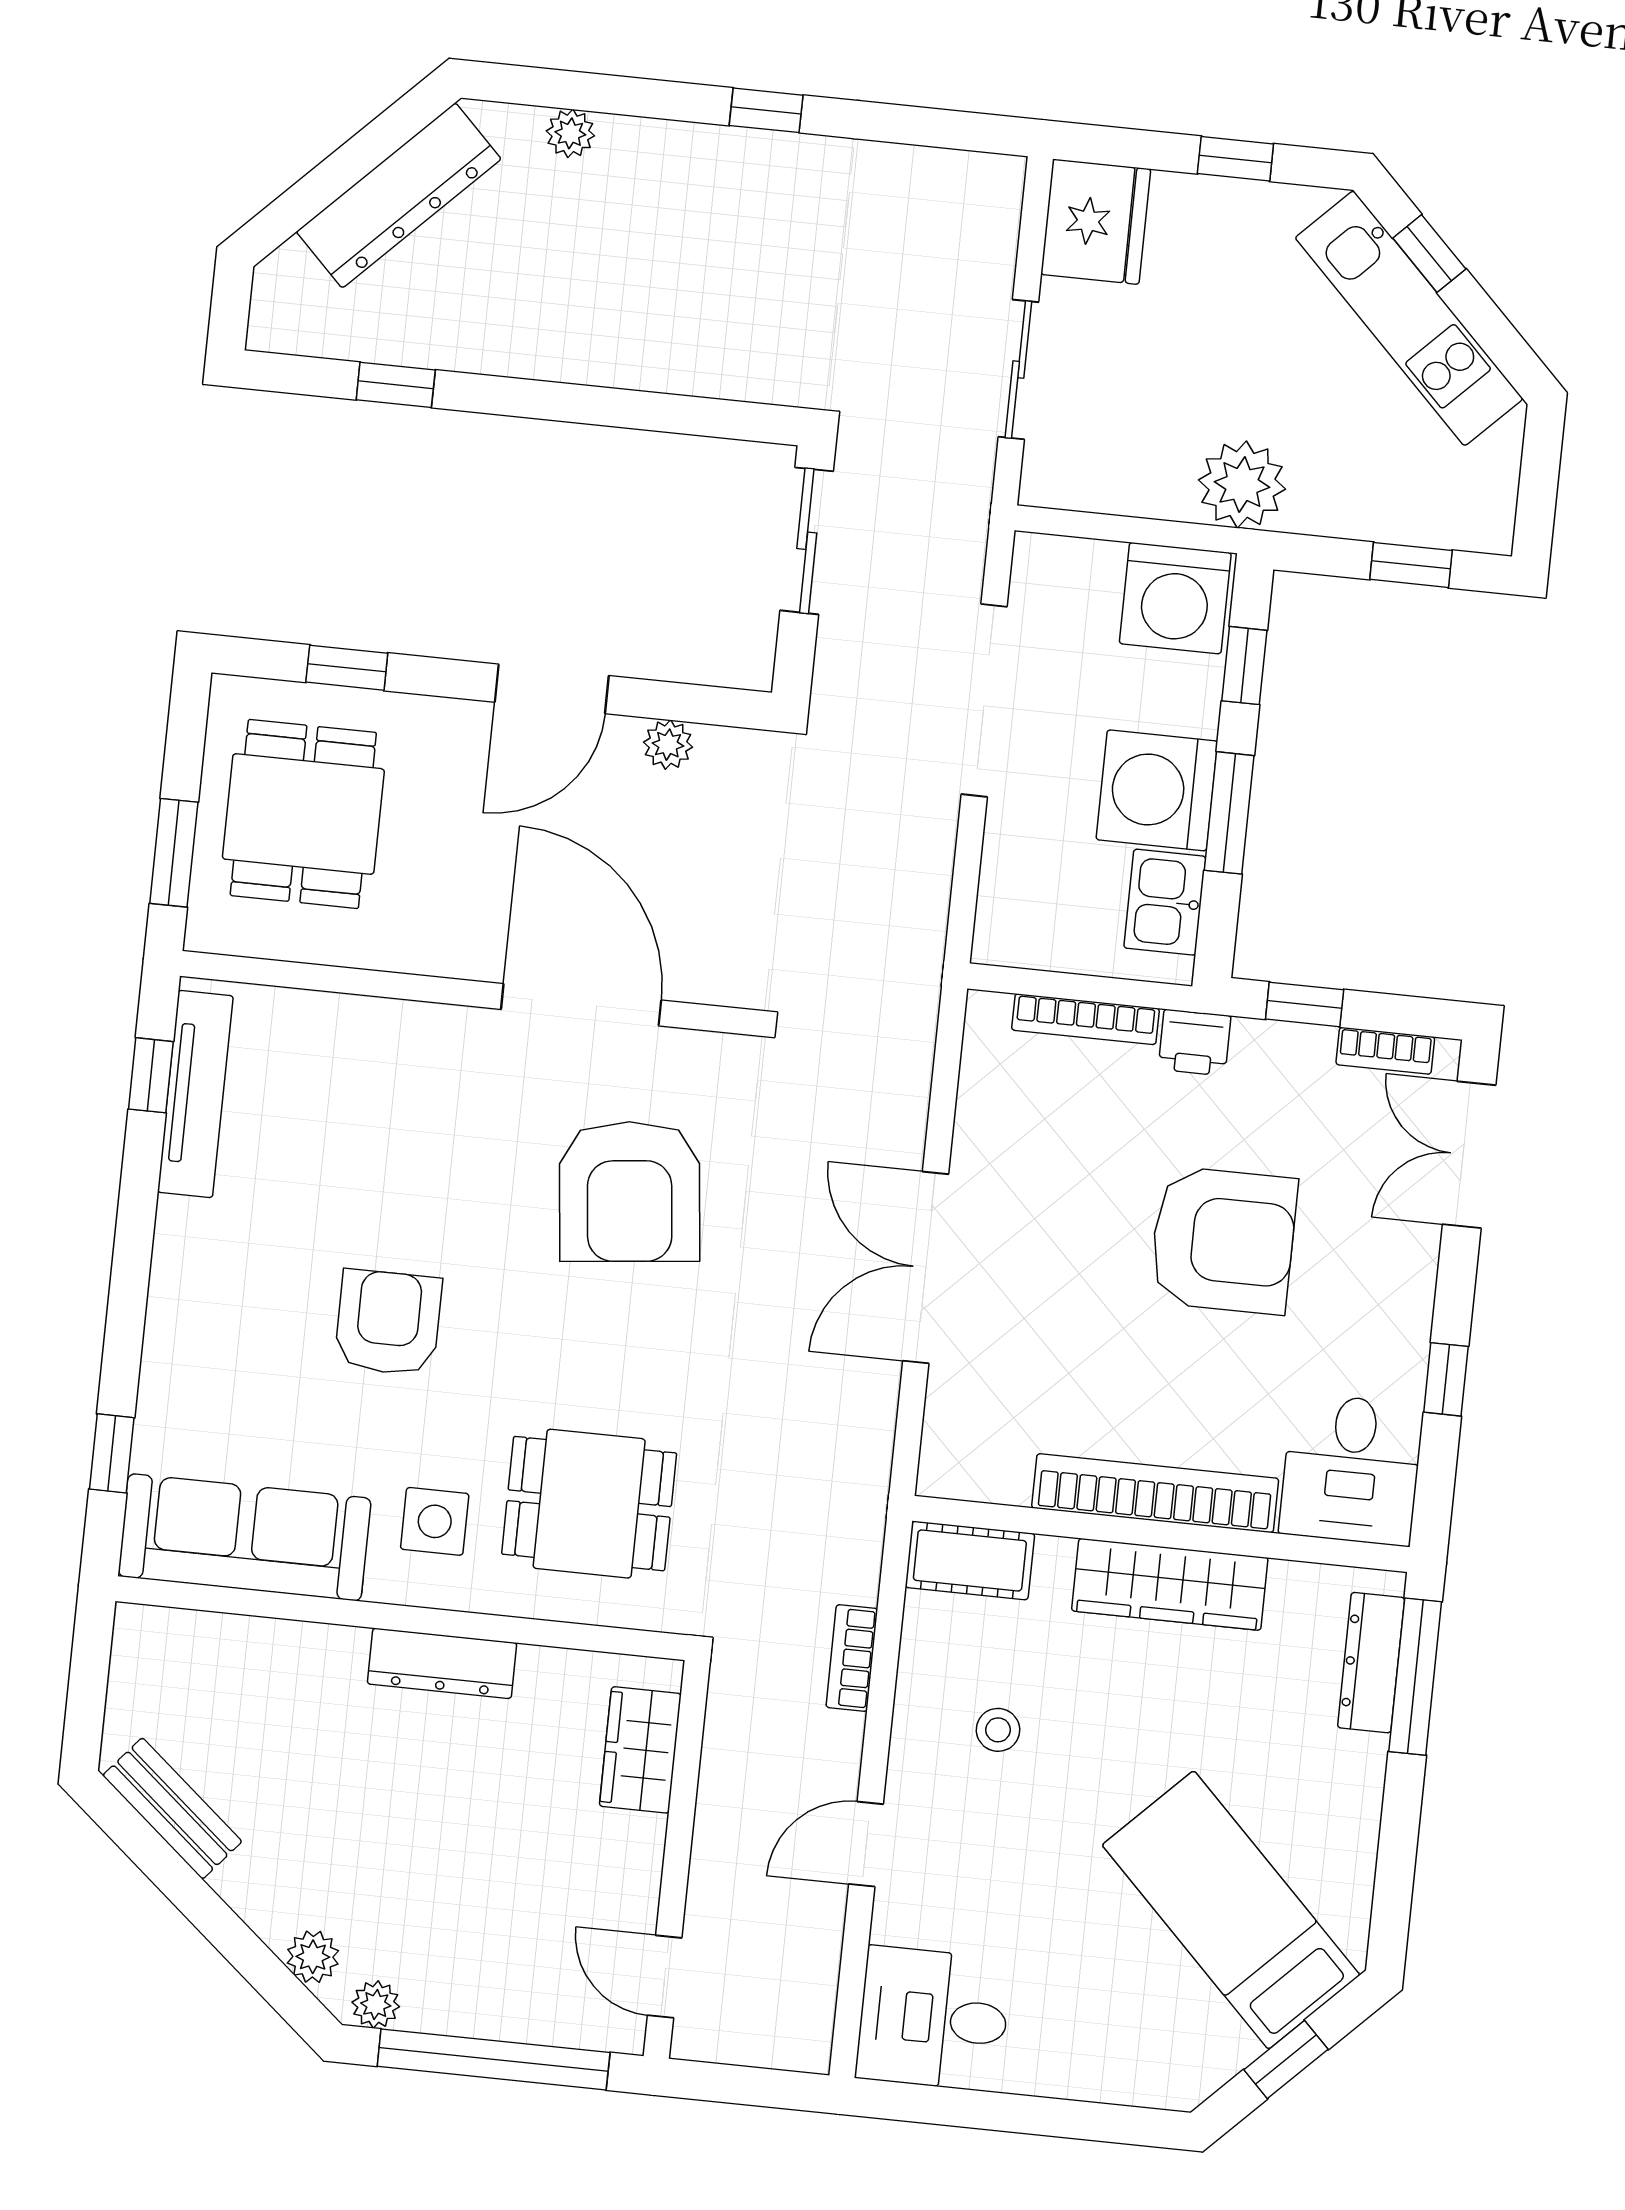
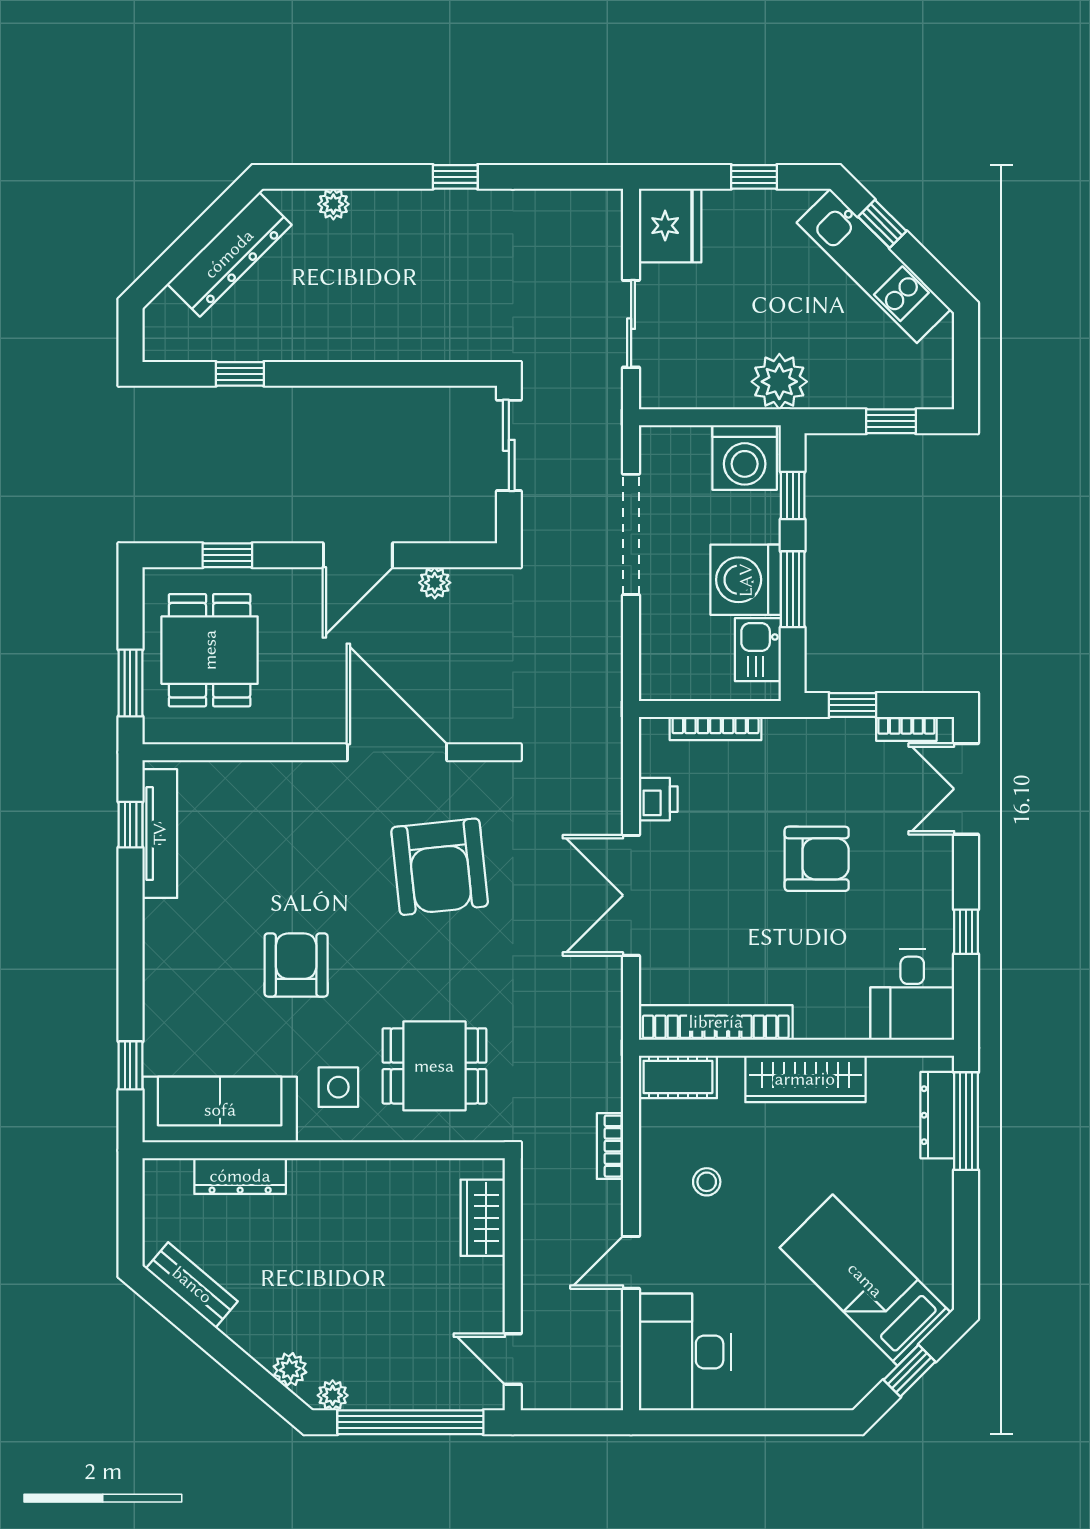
printer: (1195, 1042) -> (658, 799), moved, turned -90
armchair: (1223, 1240) -> (817, 859), width x0.73, depth x0.73
bookcase: (1155, 1493) -> (716, 1022), moved
dresser: (442, 1663) -> (240, 1176), moved
desk: (933, 2019) -> (685, 1352), width x1.37

